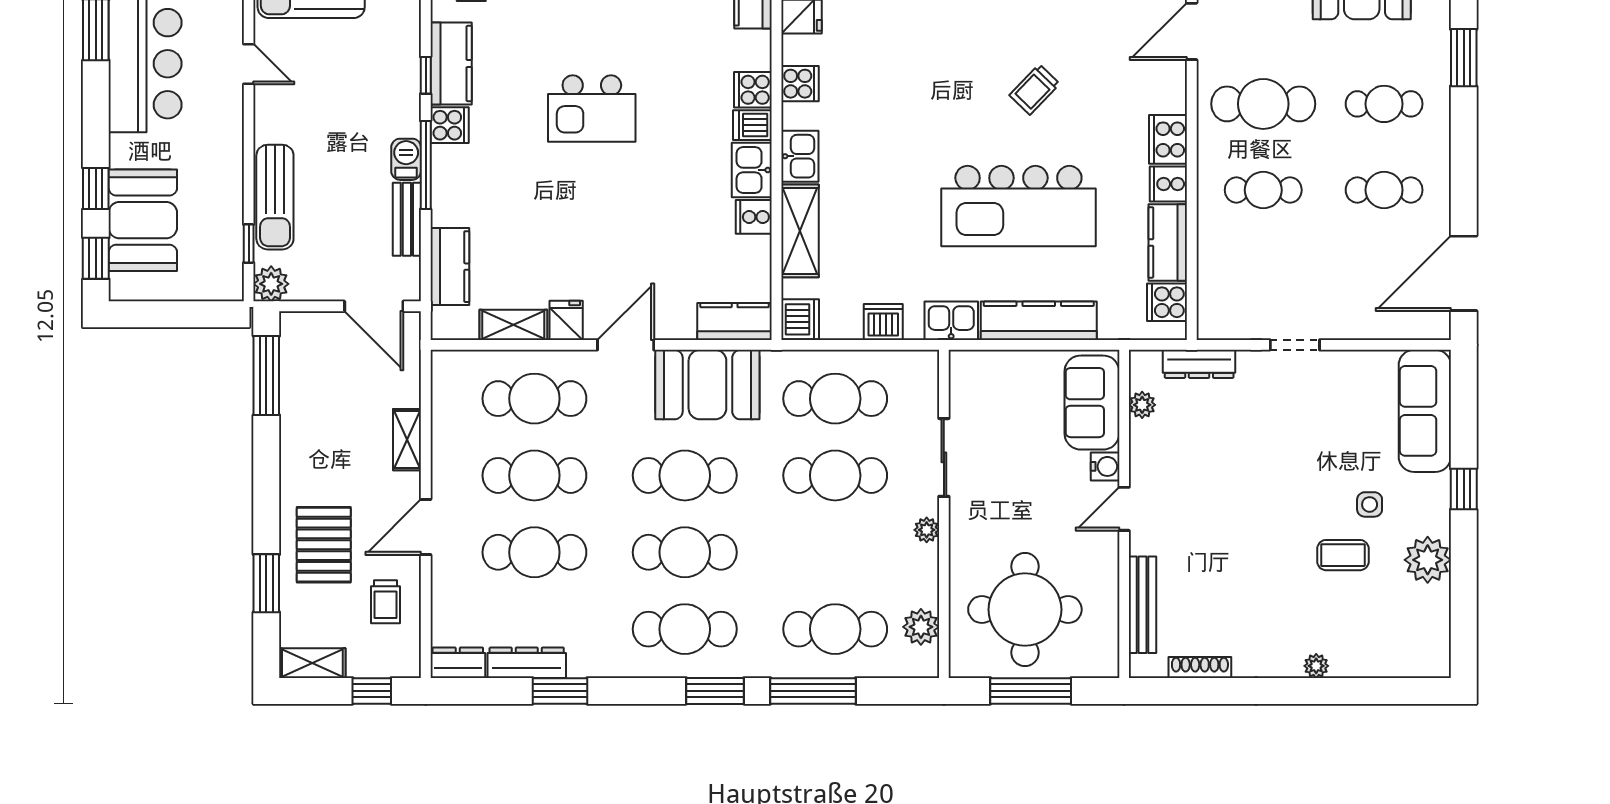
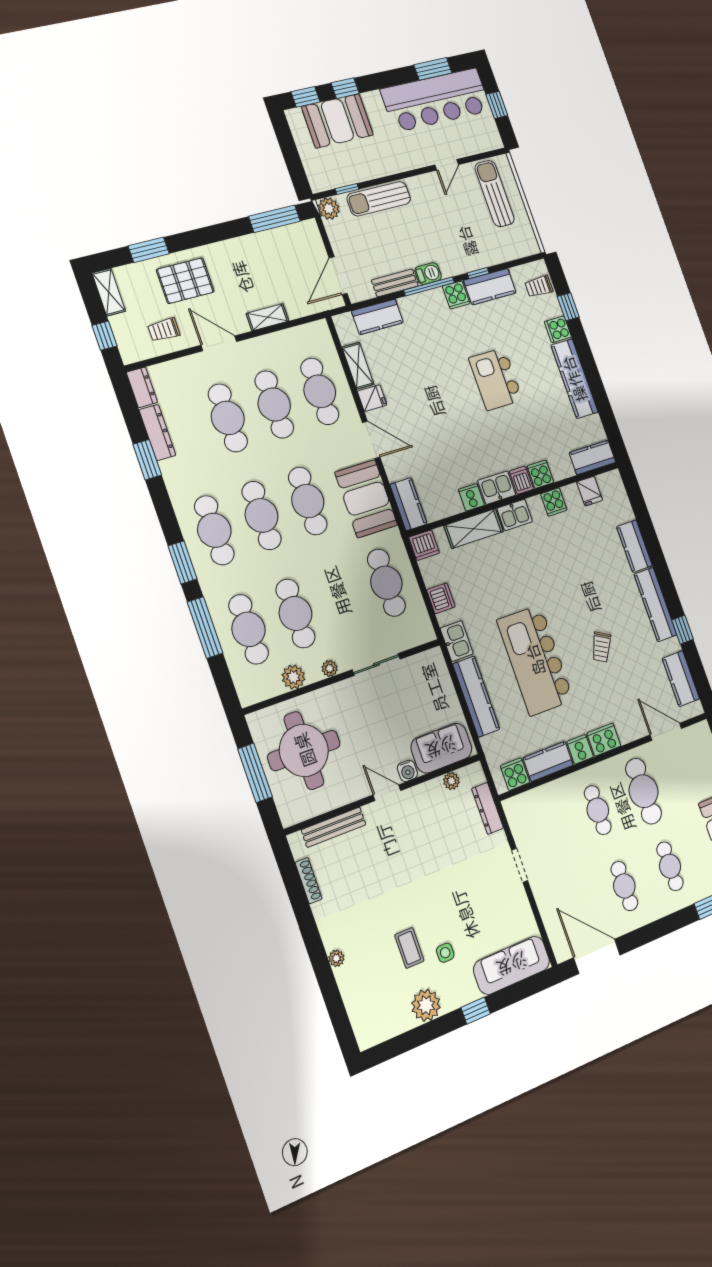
trolley: (1035, 89) -> (601, 647), turned -106
cafe table: (835, 475) -> (295, 613), moved
plant: (921, 627) -> (293, 677), moved

